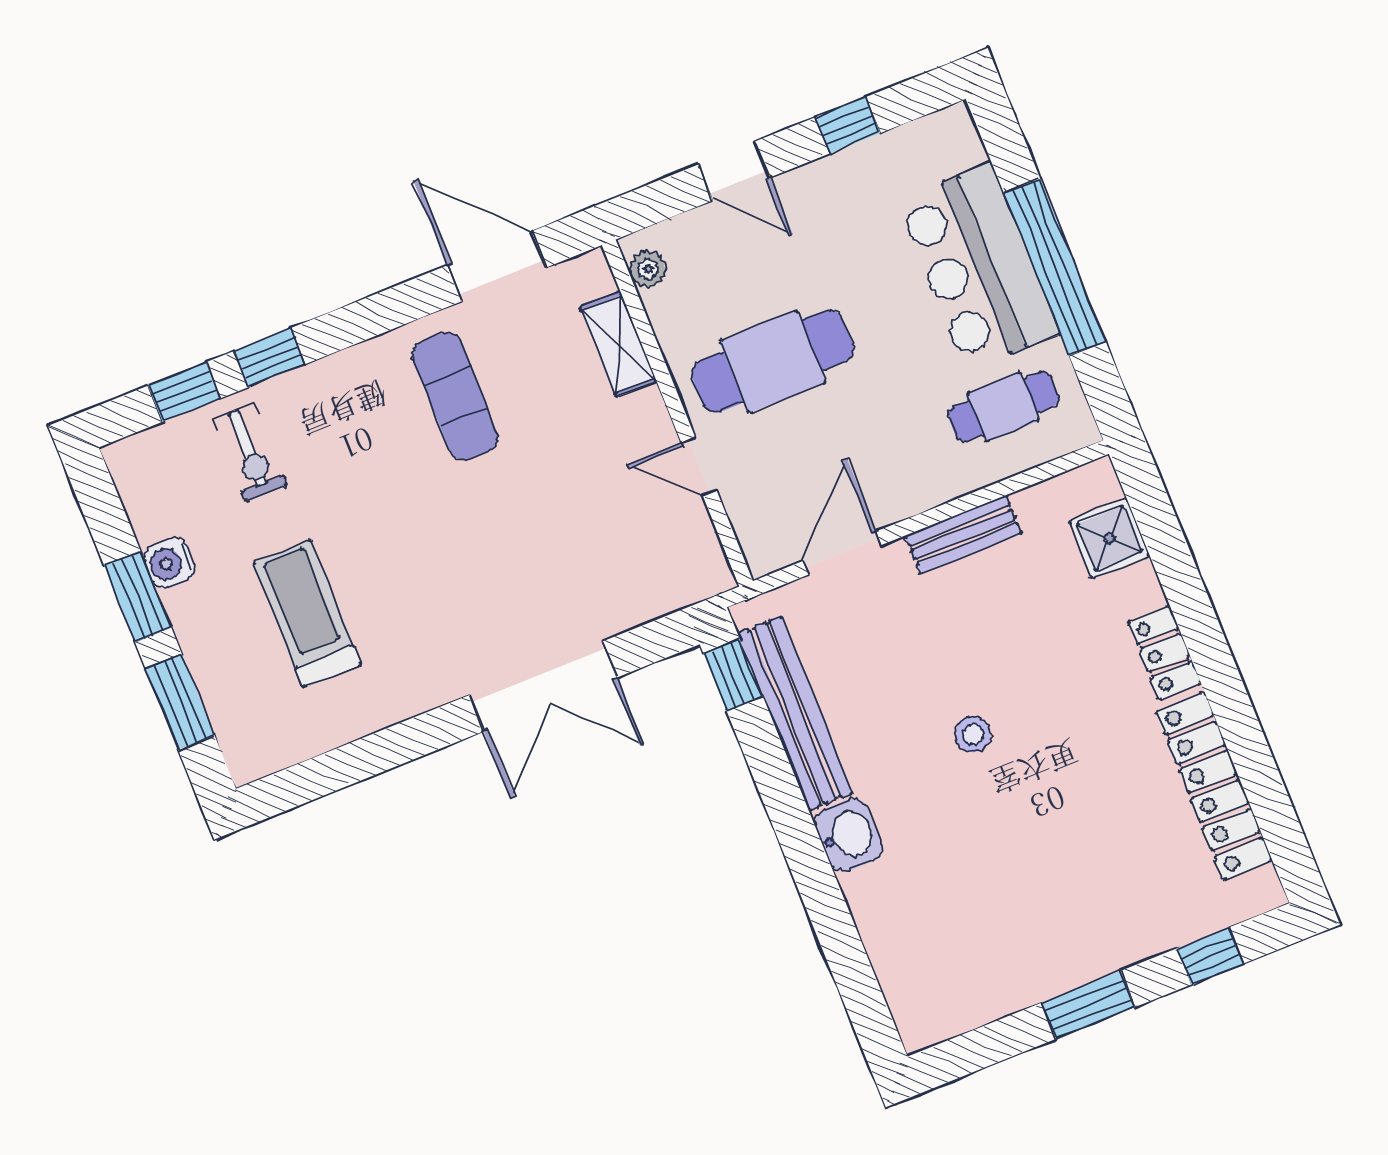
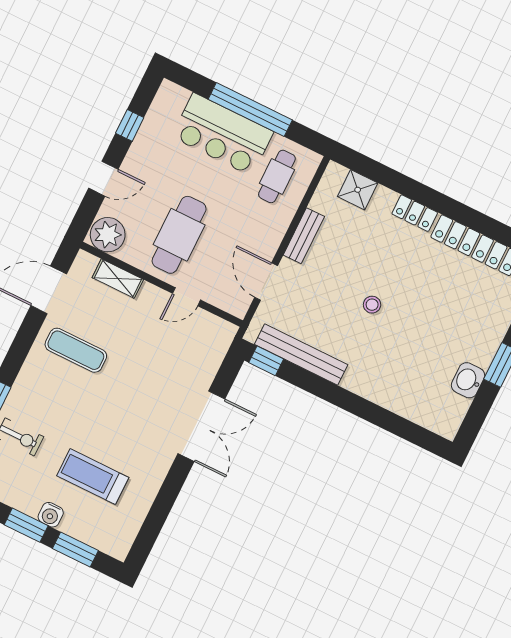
plant: (648, 269) -> (108, 235), width x1.88, depth x1.88
water cooler: (169, 563) -> (51, 515), moved
washbasin: (849, 835) -> (468, 380), moved, turned -90

